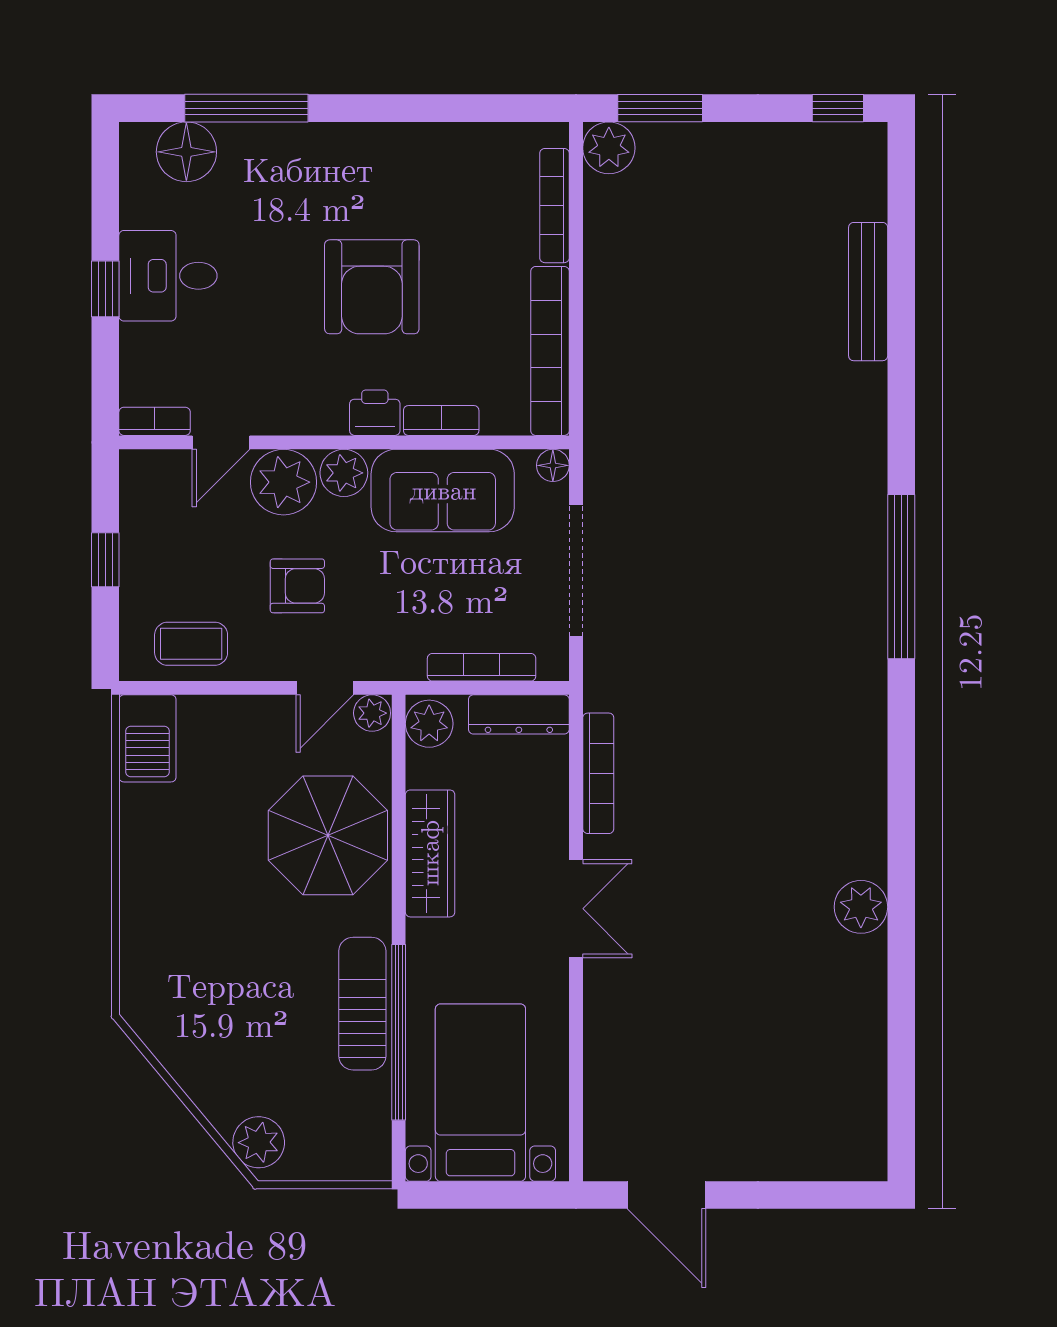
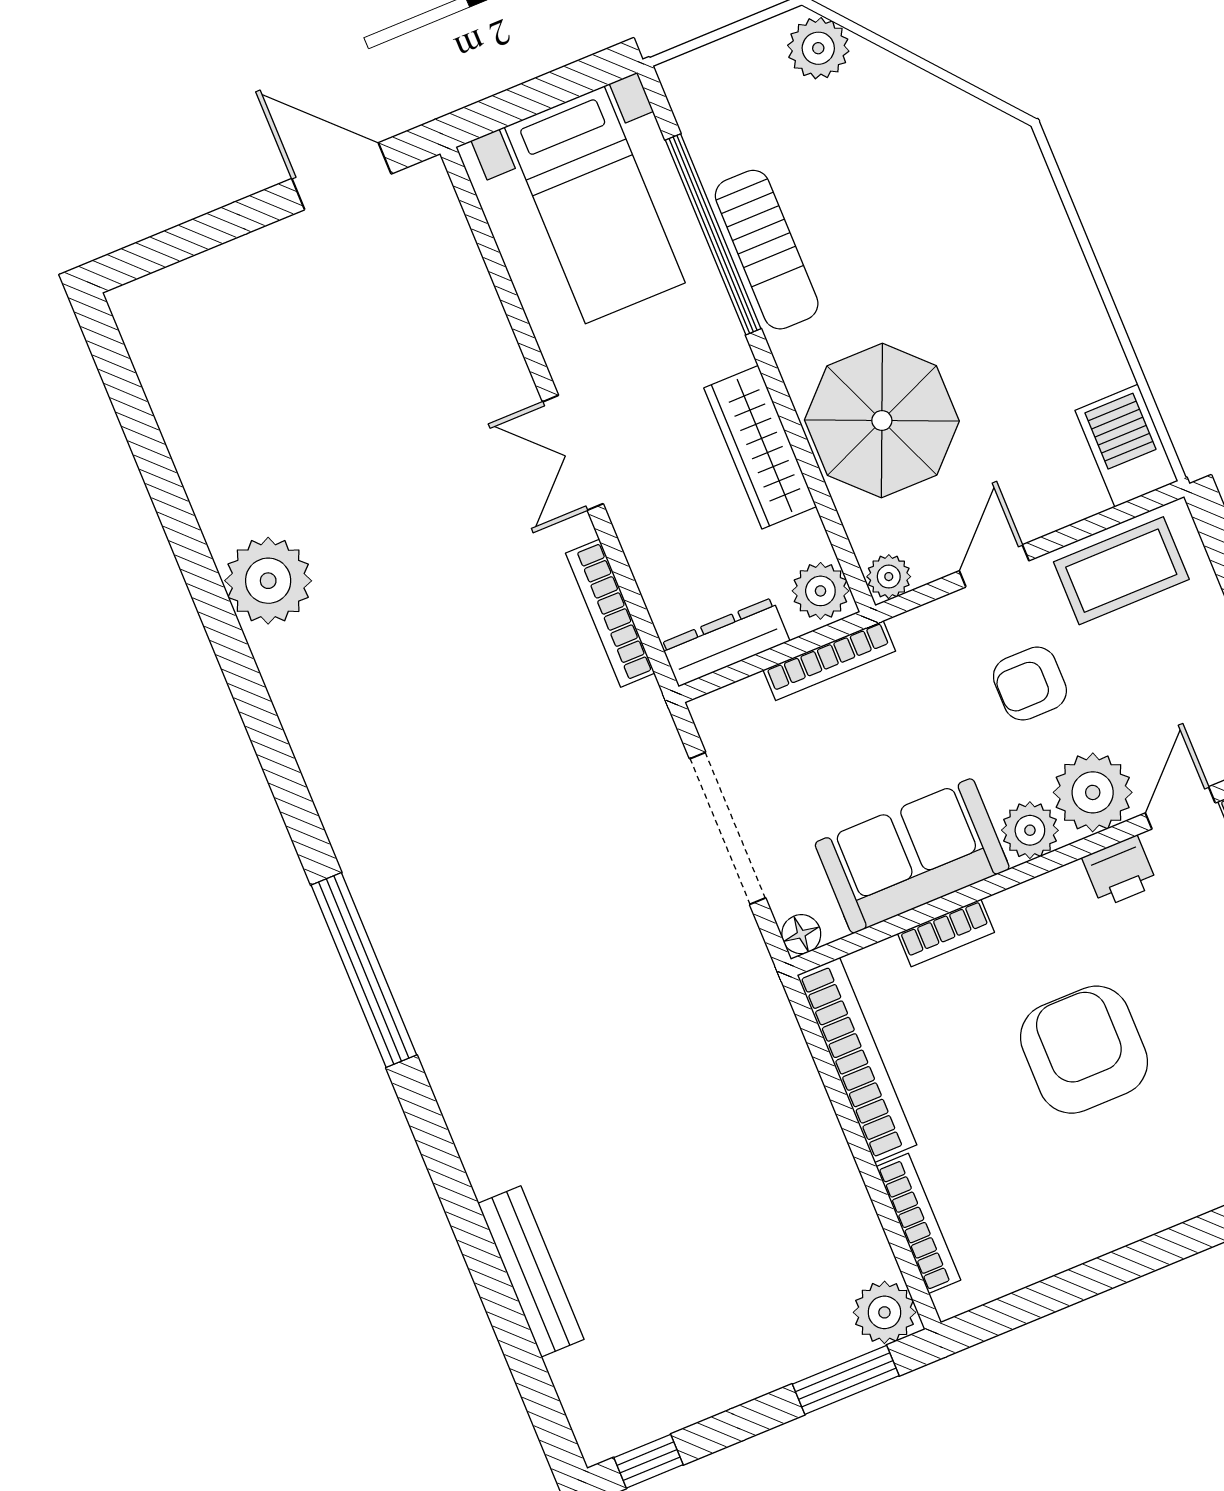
printer: (375, 413) -> (1120, 871), moved
coffee table: (191, 644) -> (1121, 571), width x1.36, depth x1.30
bookcase: (482, 667) -> (829, 661), moved
door: (325, 688) -> (994, 566), moved
plant: (861, 907) -> (268, 581), width x1.36, depth x1.36

